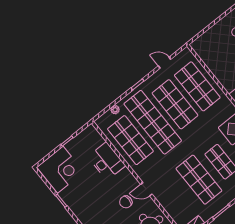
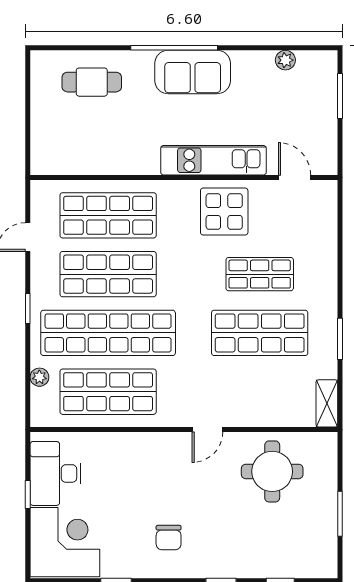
desk: (107, 161) -> (55, 473), moved, turned -90
chair: (126, 202) -> (169, 538), moved

